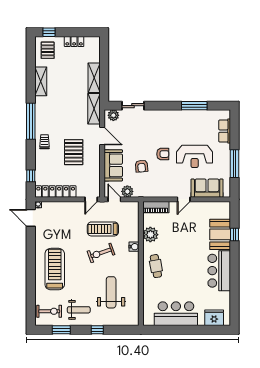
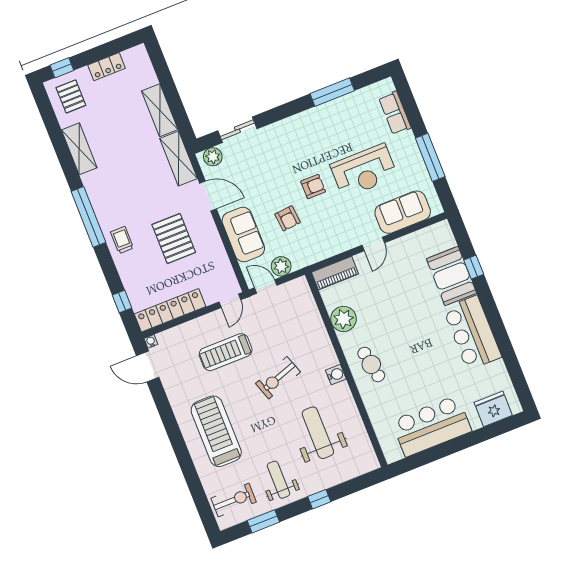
treadmill: (103, 229) -> (226, 352), moved
water cooler: (134, 247) -> (336, 375), moved
weight bench: (79, 310) -> (278, 480), turned -90

